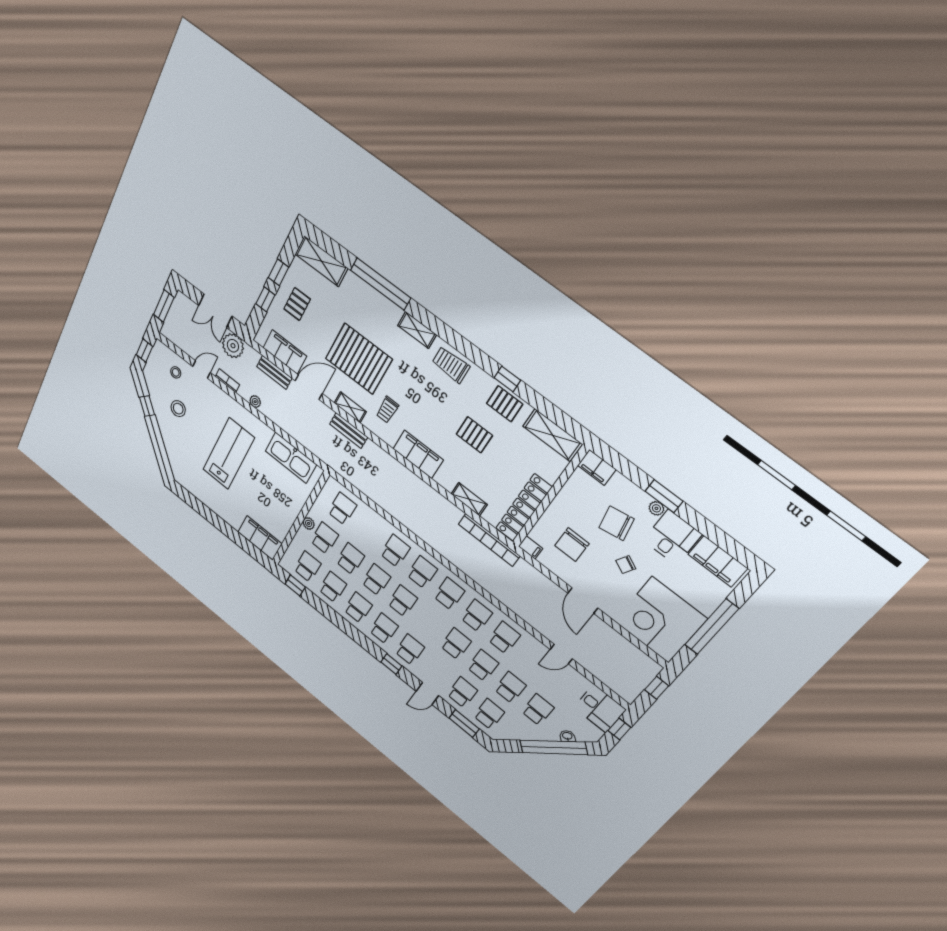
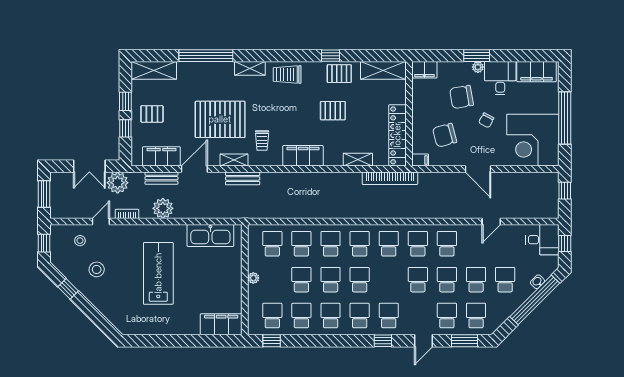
pallet: (297, 304) -> (152, 114), turned 90
plant: (255, 402) -> (163, 208), width x1.87, depth x1.87
school desk: (324, 538) -> (301, 244), moved
chair: (572, 545) -> (445, 135), turned 75

